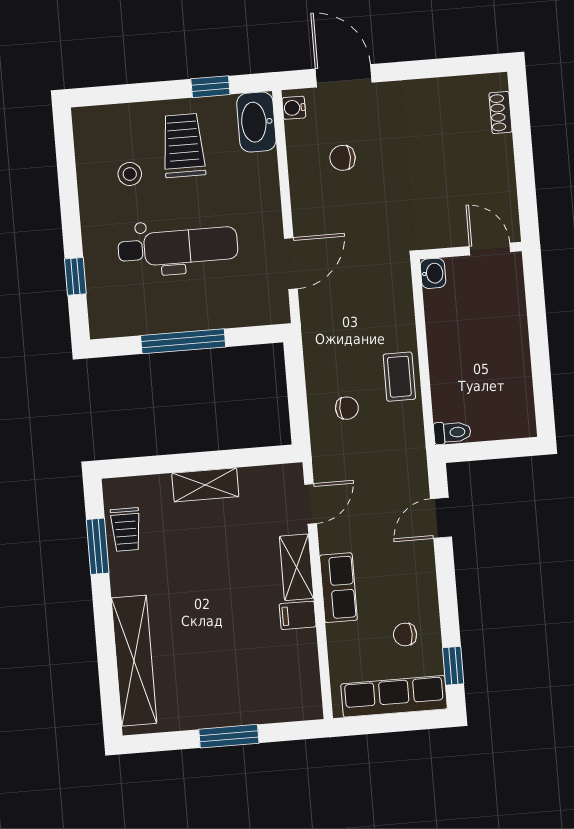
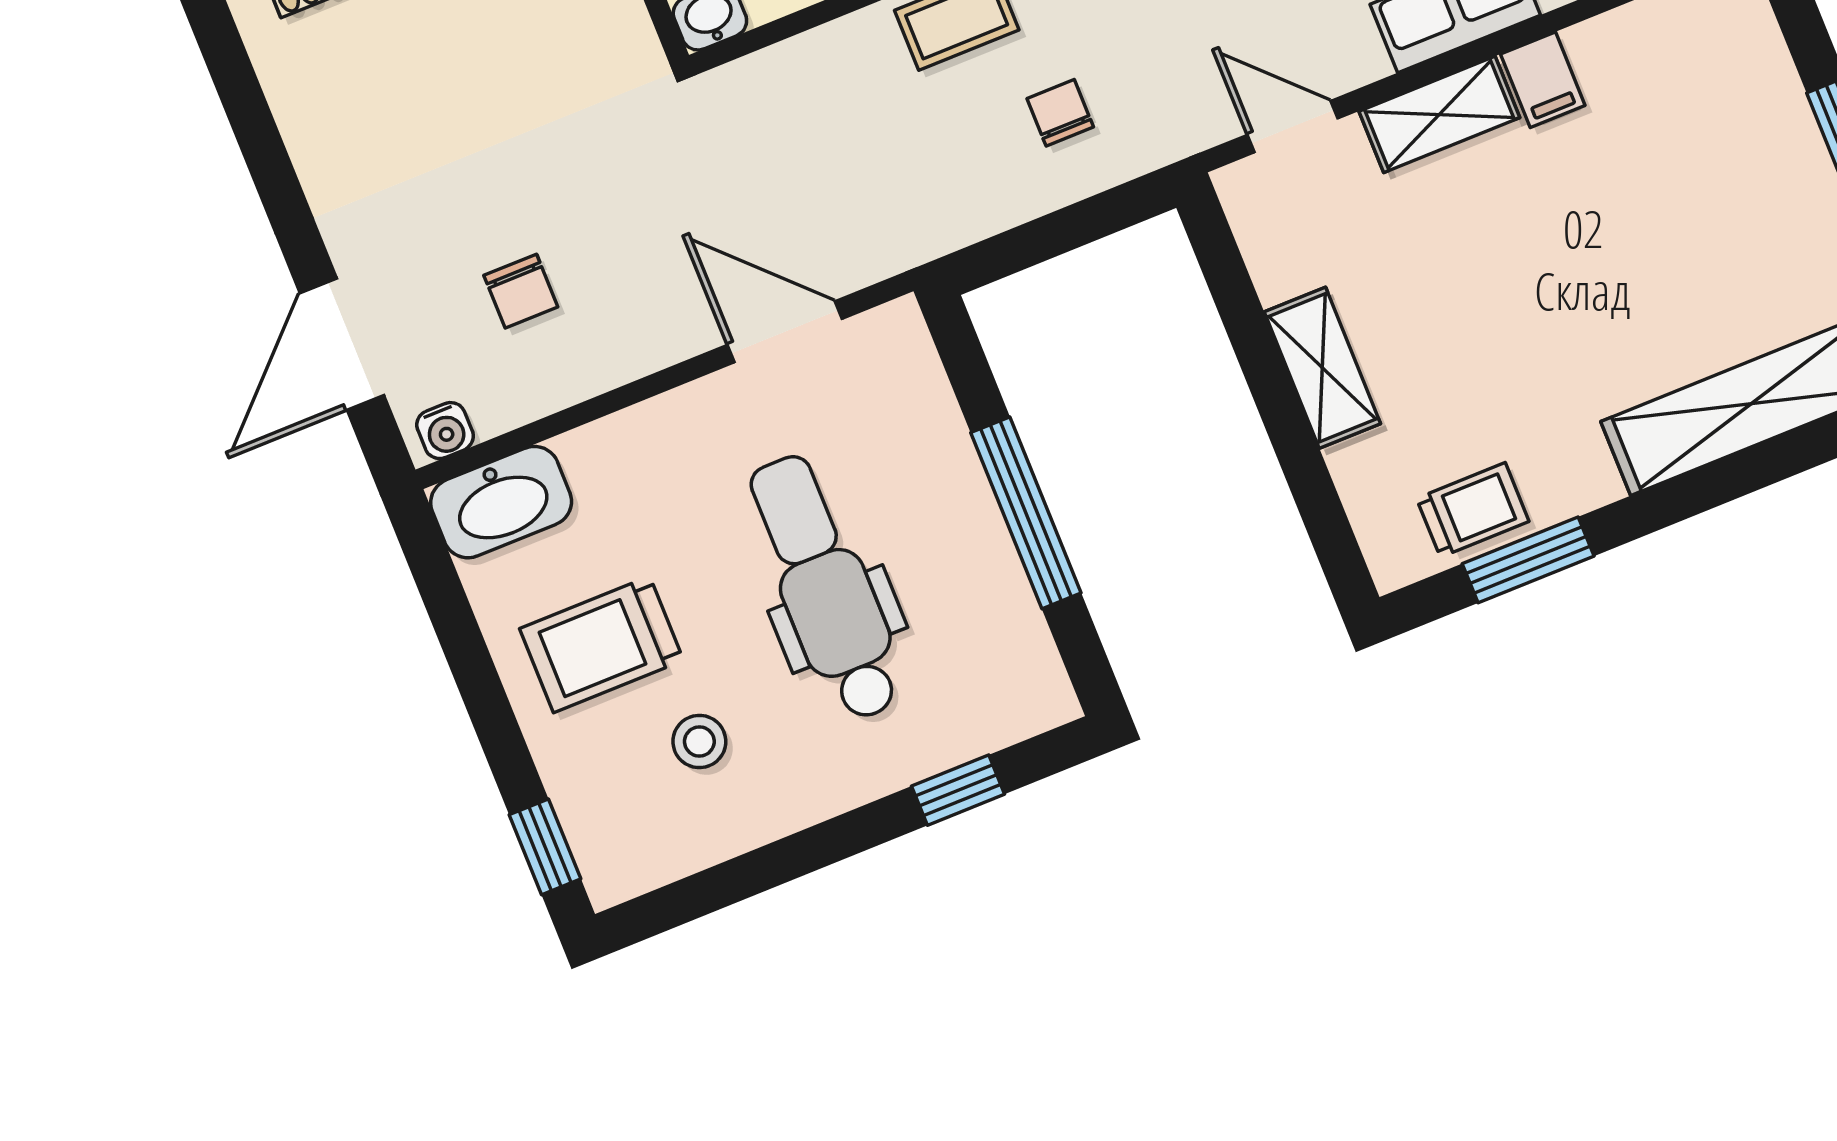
window: (210, 87) -> (545, 847), moved

